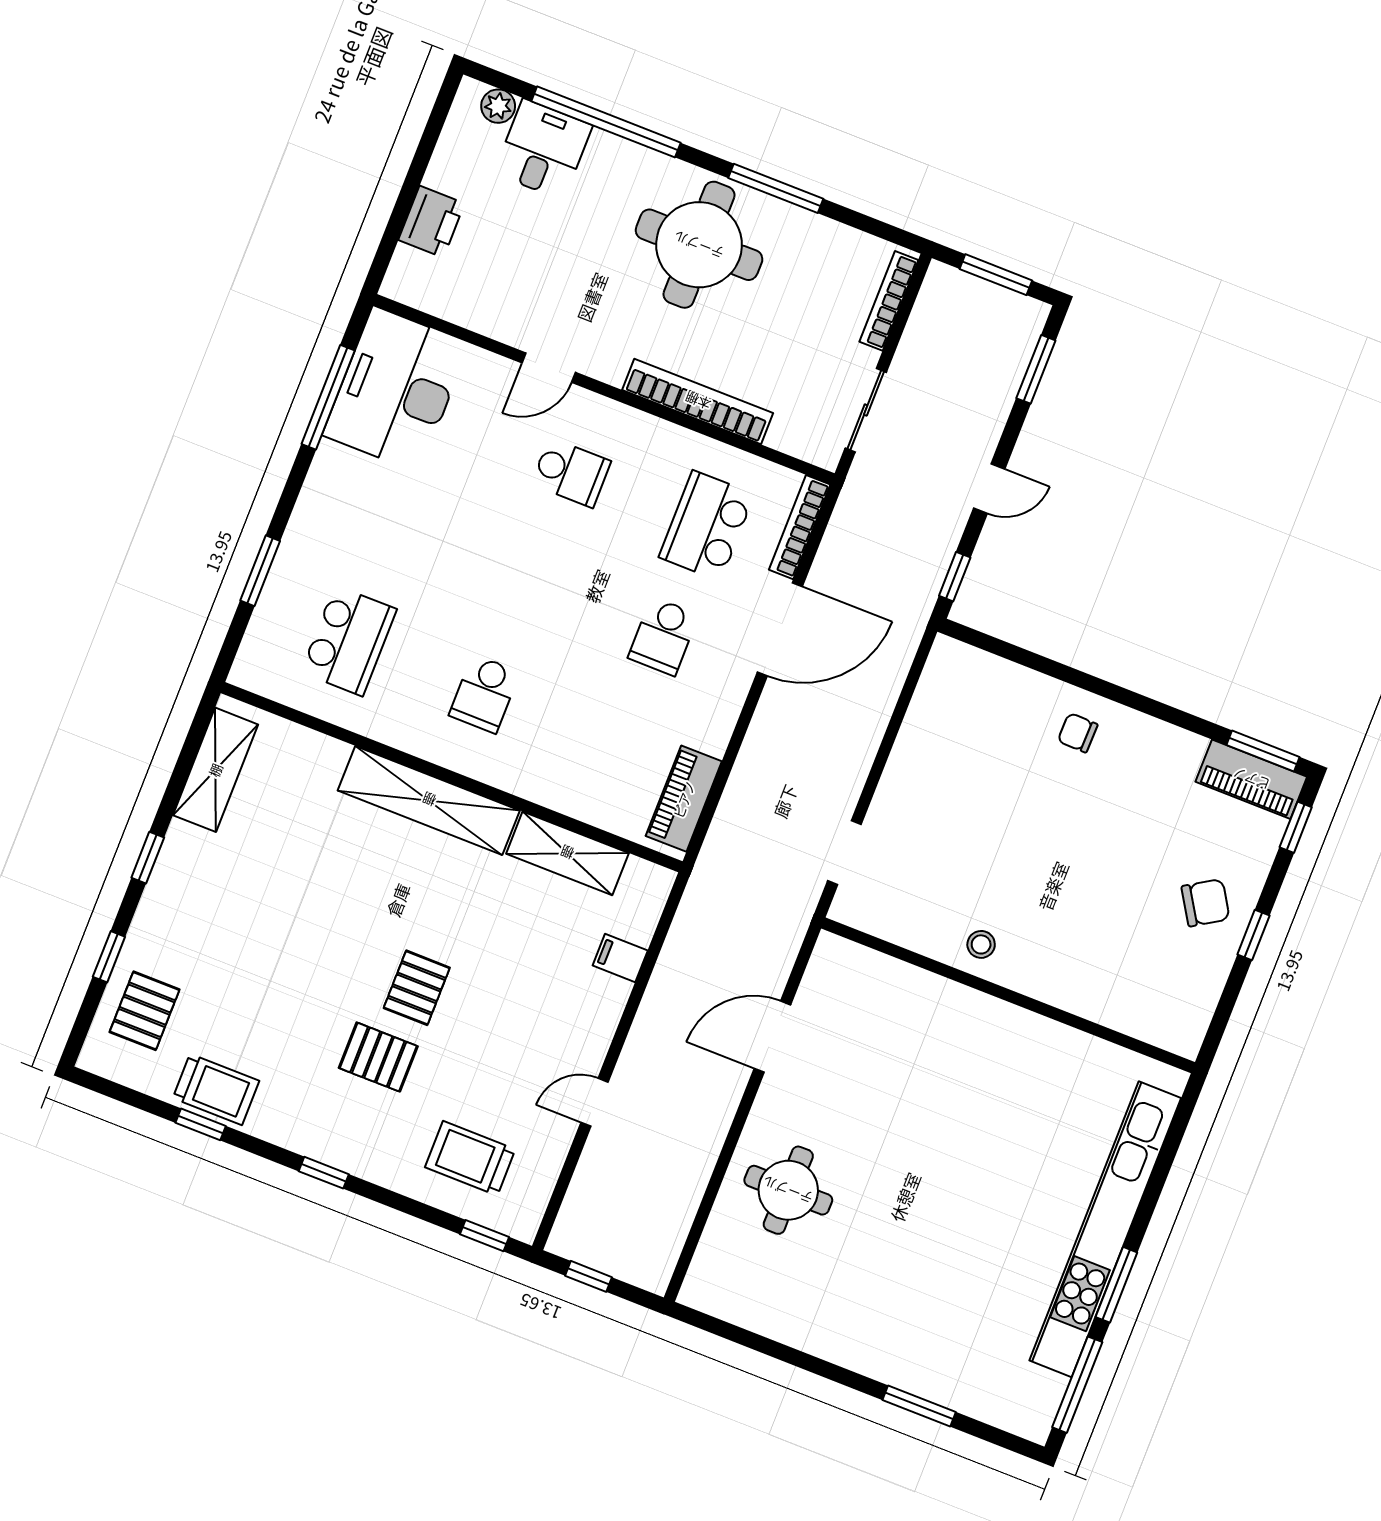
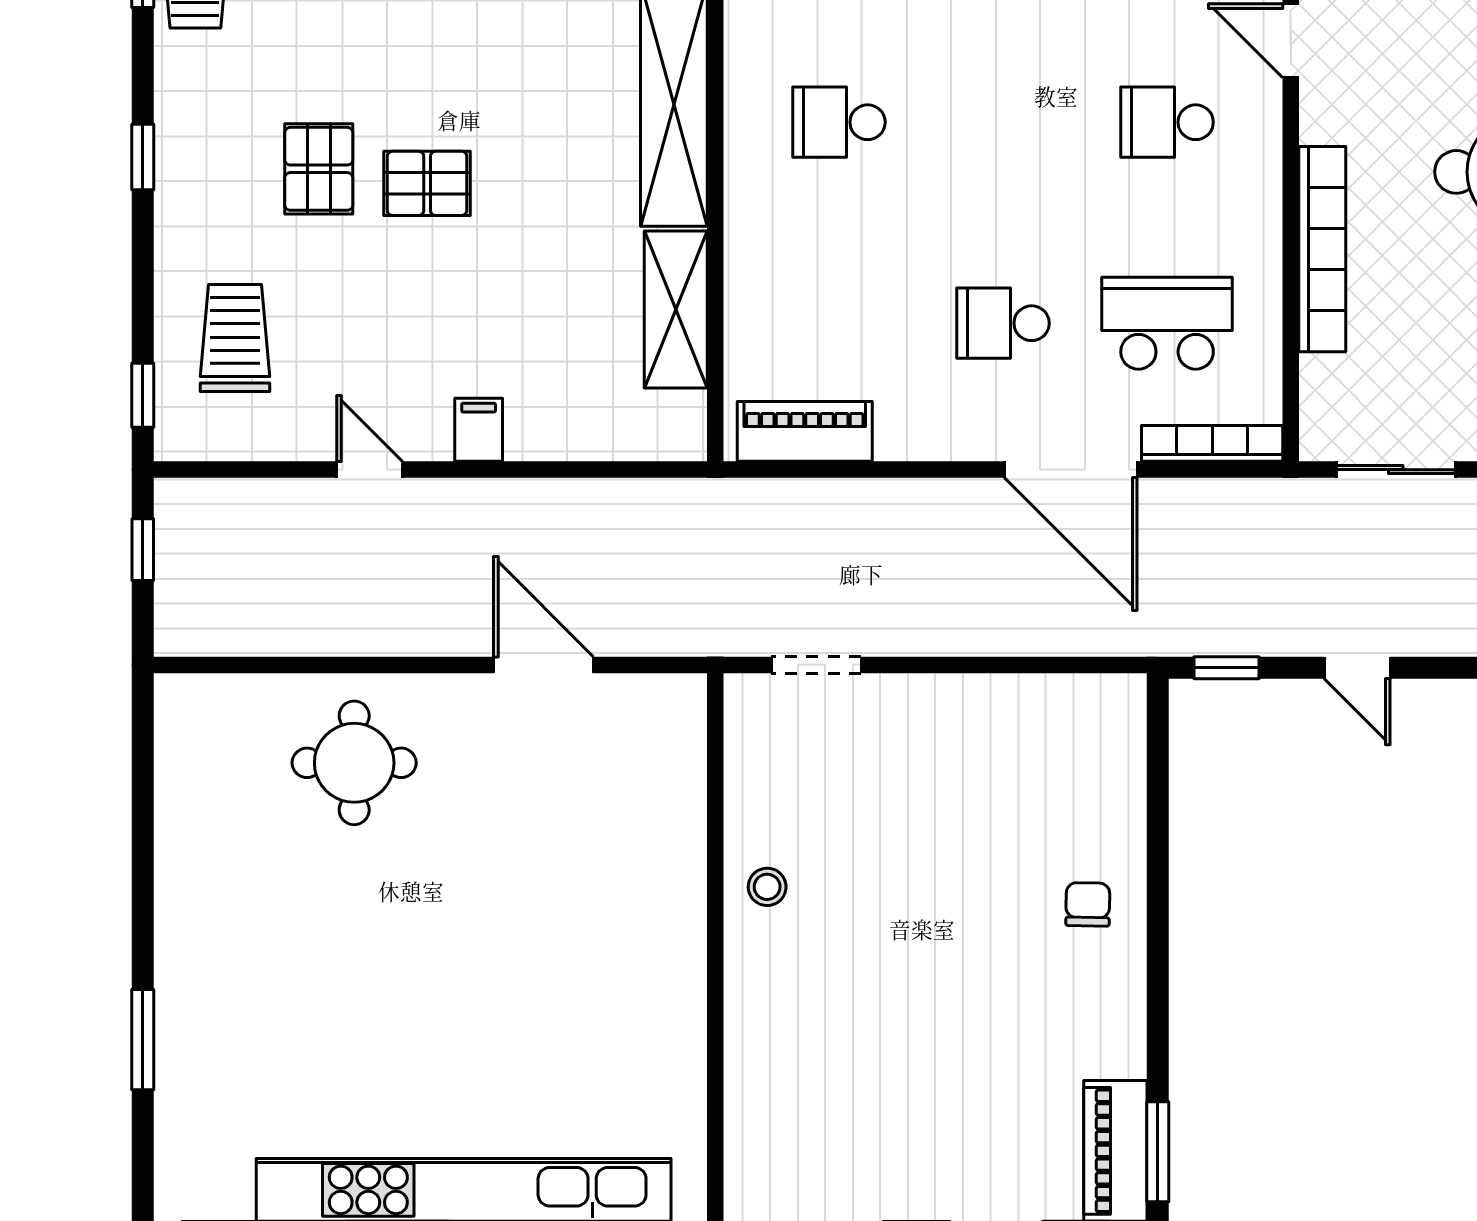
school desk: (571, 473) -> (1167, 122), turned 90
chair: (1206, 903) -> (934, 1154), removed
filing cabinet: (620, 958) -> (479, 430), moved

